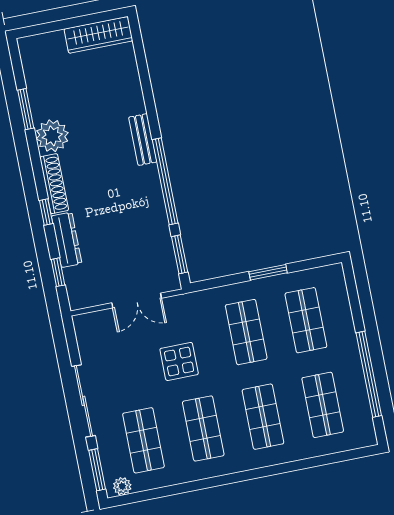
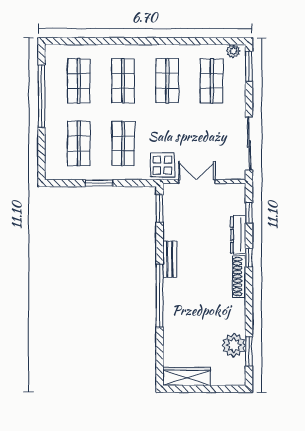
window: (26, 109) -> (249, 351), moved
plant: (52, 136) -> (234, 345), moved
bench: (143, 140) -> (170, 259), moved
window: (165, 181) -> (160, 296), moved
display table: (179, 361) -> (162, 165), moved
sliding door: (83, 401) -> (249, 144), moved

